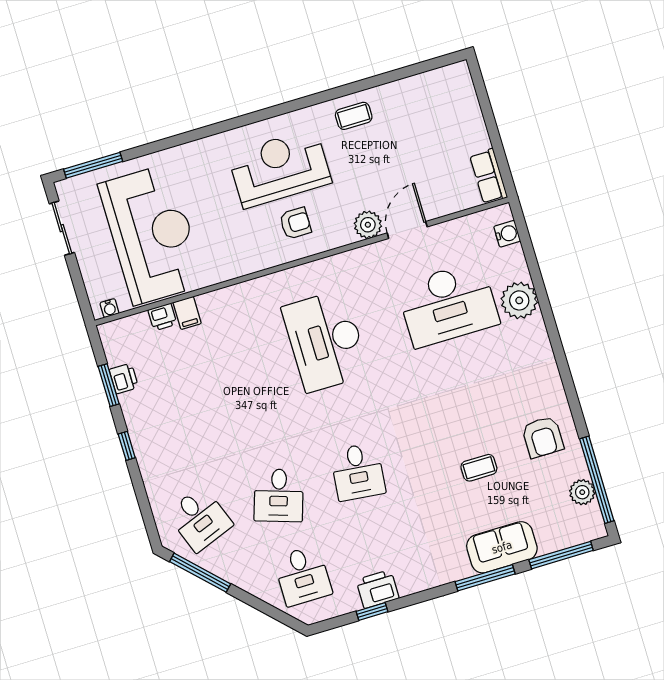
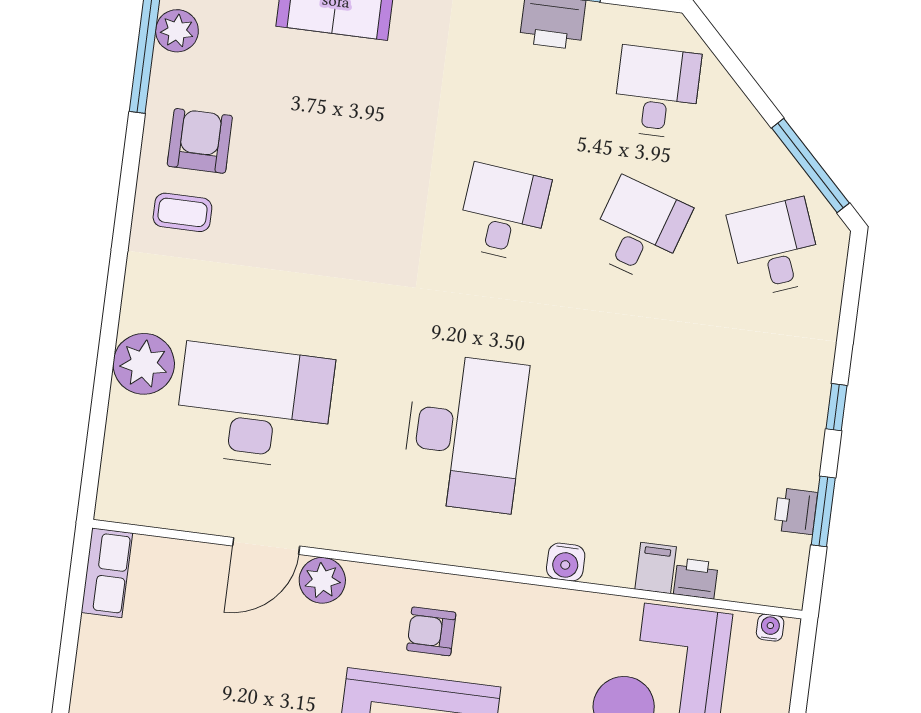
water cooler: (507, 234) -> (566, 562), moved, turned -90
coffee table: (479, 468) -> (182, 212), moved

